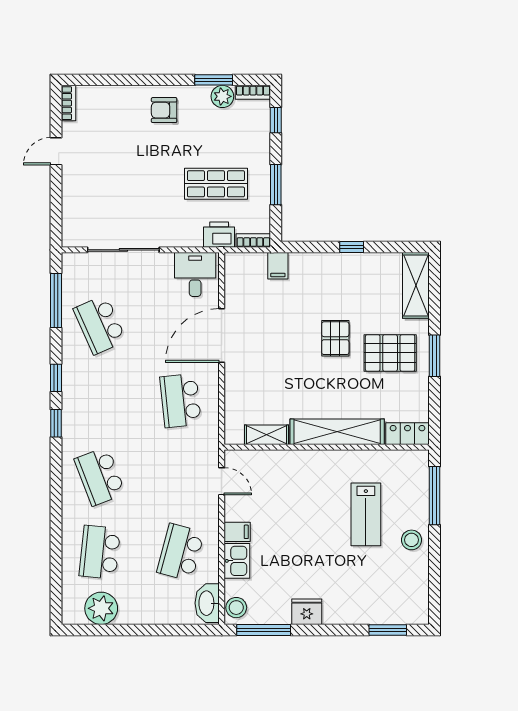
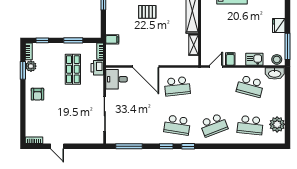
school desk: (100, 325) -> (177, 125), moved, turned 33
filing cabinet: (237, 532) -> (230, 59), moved

